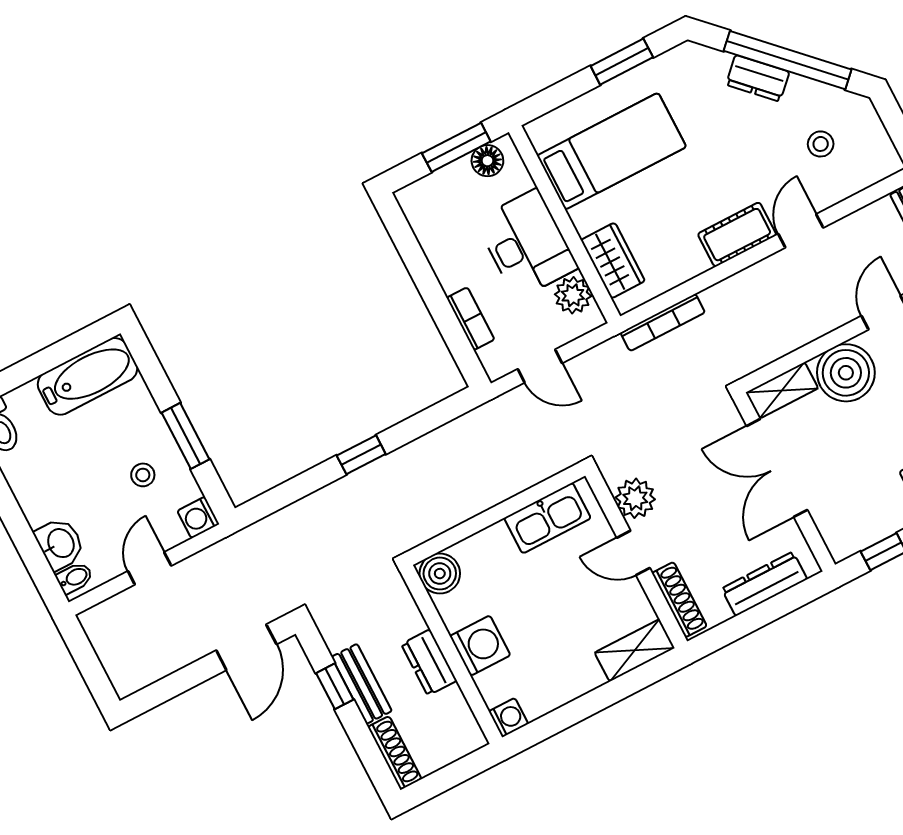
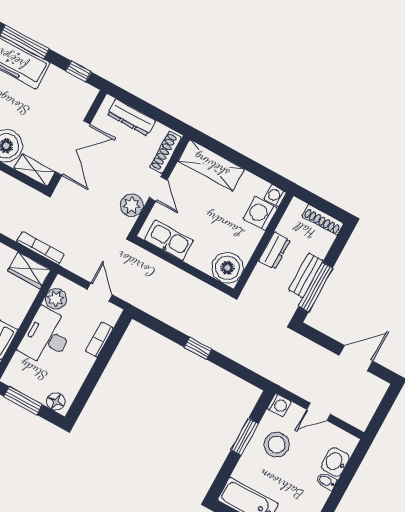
floor lamp: (487, 161) -> (56, 402), moved
wardrobe: (613, 260) -> (29, 270), moved, turned -90
stool: (143, 475) -> (277, 445), width x1.89, depth x1.89
boiler: (440, 574) -> (227, 268), width x1.37, depth x1.37
bidet: (75, 578) -> (327, 481), moved
washing machine: (480, 646) -> (260, 213), moved
door: (246, 647) -> (356, 358), moved
shelving: (635, 650) -> (211, 165), width x1.50, depth x1.33
window: (335, 686) -> (315, 287), width x2.17
shoe rack: (395, 753) -> (323, 220), moved, turned -90

